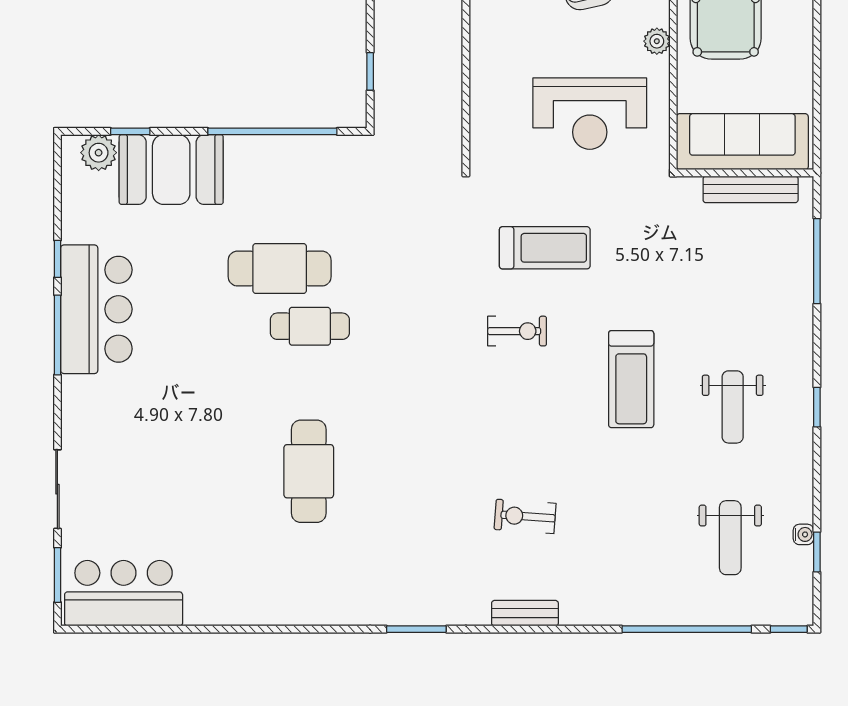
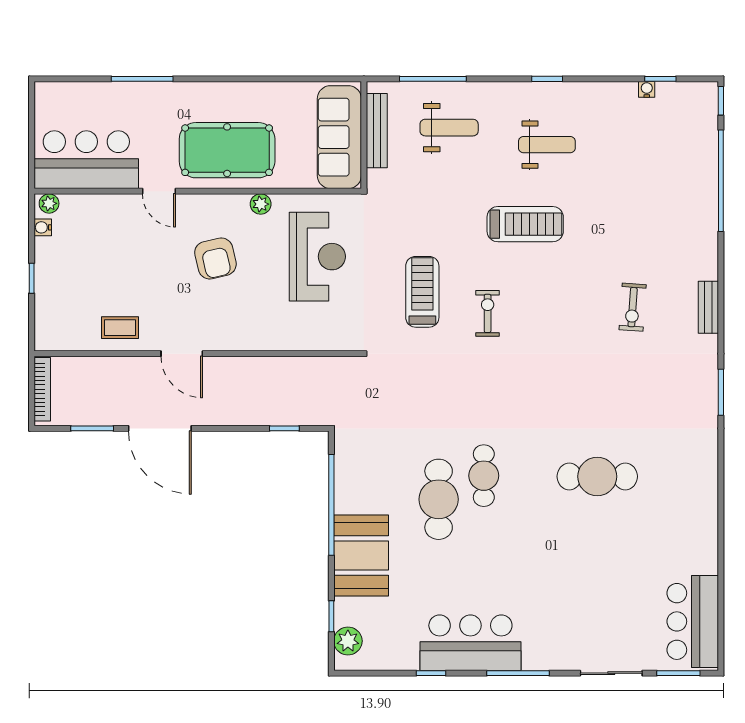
booth: (171, 170) -> (361, 555), moved
window: (57, 335) -> (518, 673), moved
weight bench: (730, 538) -> (449, 128), moved

